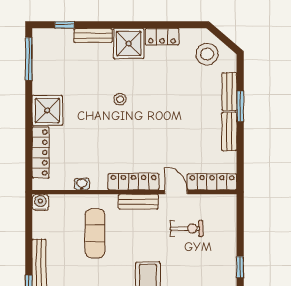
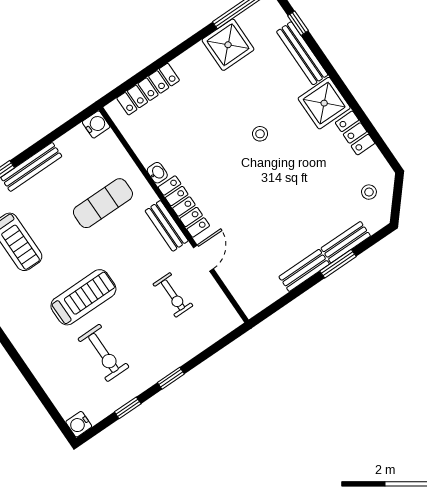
bench: (93, 35) -> (302, 53), width x1.36
stool: (207, 54) -> (369, 192), width x0.53, depth x0.53
shower: (47, 110) -> (228, 45), moved
locker: (212, 182) -> (240, 288), removed
washbasin: (82, 184) -> (157, 173), moved

